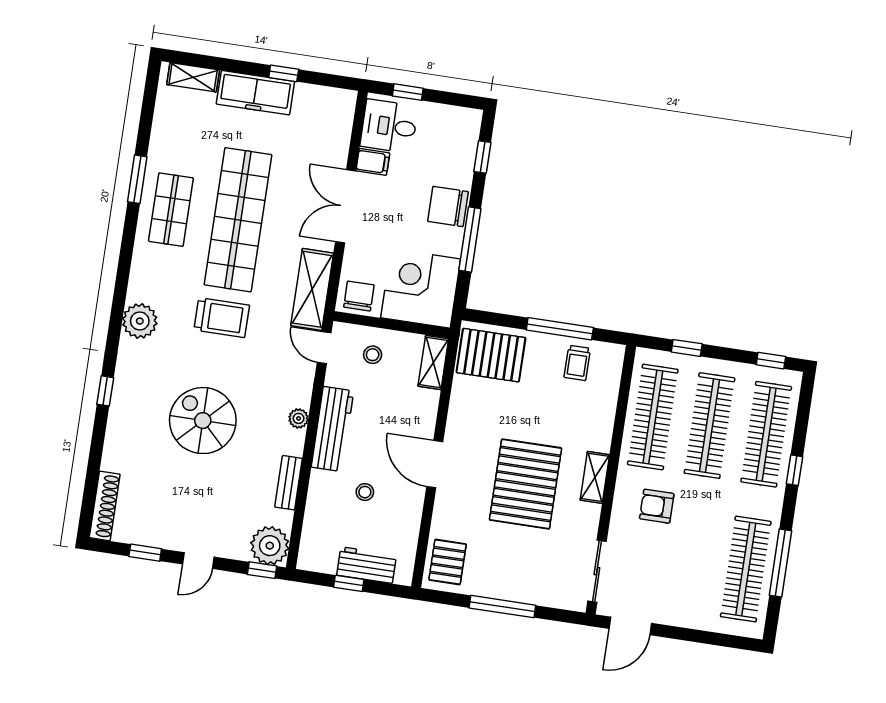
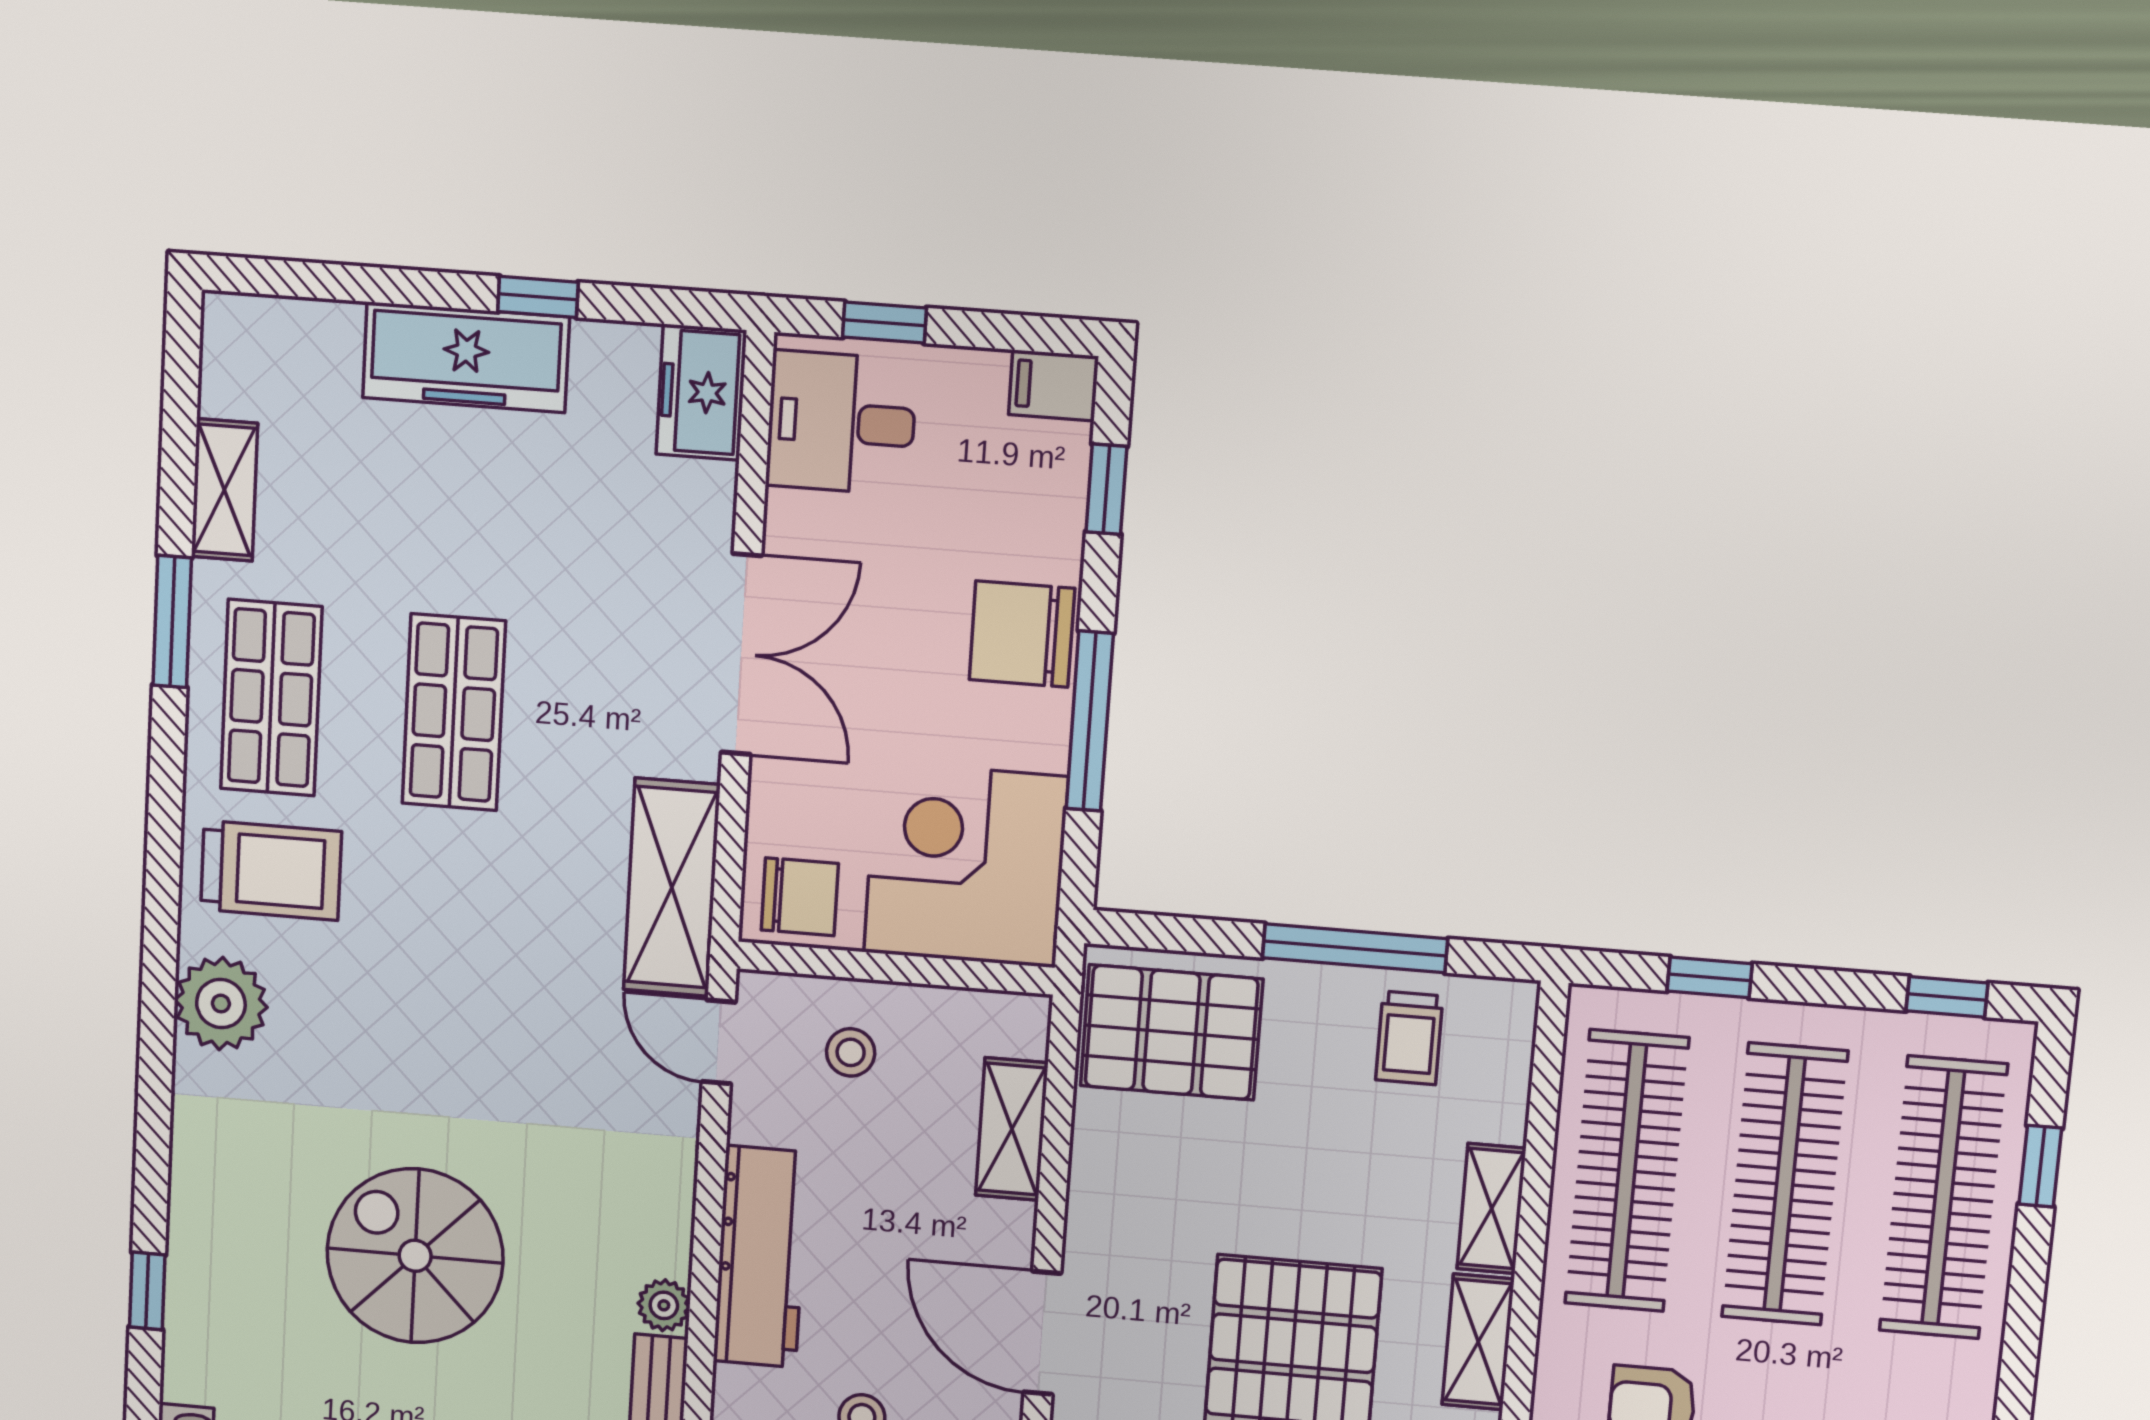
shelving: (193, 77) -> (224, 490), moved, turned 90
freezer: (340, 112) -> (701, 392), added
filing cabinet: (373, 162) -> (1053, 385), moved, turned 180
double door: (346, 206) -> (741, 654), swing flipped
shop shelf: (238, 220) -> (454, 712), width x0.50, depth x0.74
chair: (359, 296) -> (800, 897), turned 90
trolley: (222, 318) -> (271, 870), moved
shelving: (433, 363) -> (1012, 1129), moved
window: (105, 391) -> (147, 1291), moved
plant: (299, 418) -> (664, 1305), moved
shelving: (603, 428) -> (1492, 1208), added
window: (794, 470) -> (2040, 1166), moved

